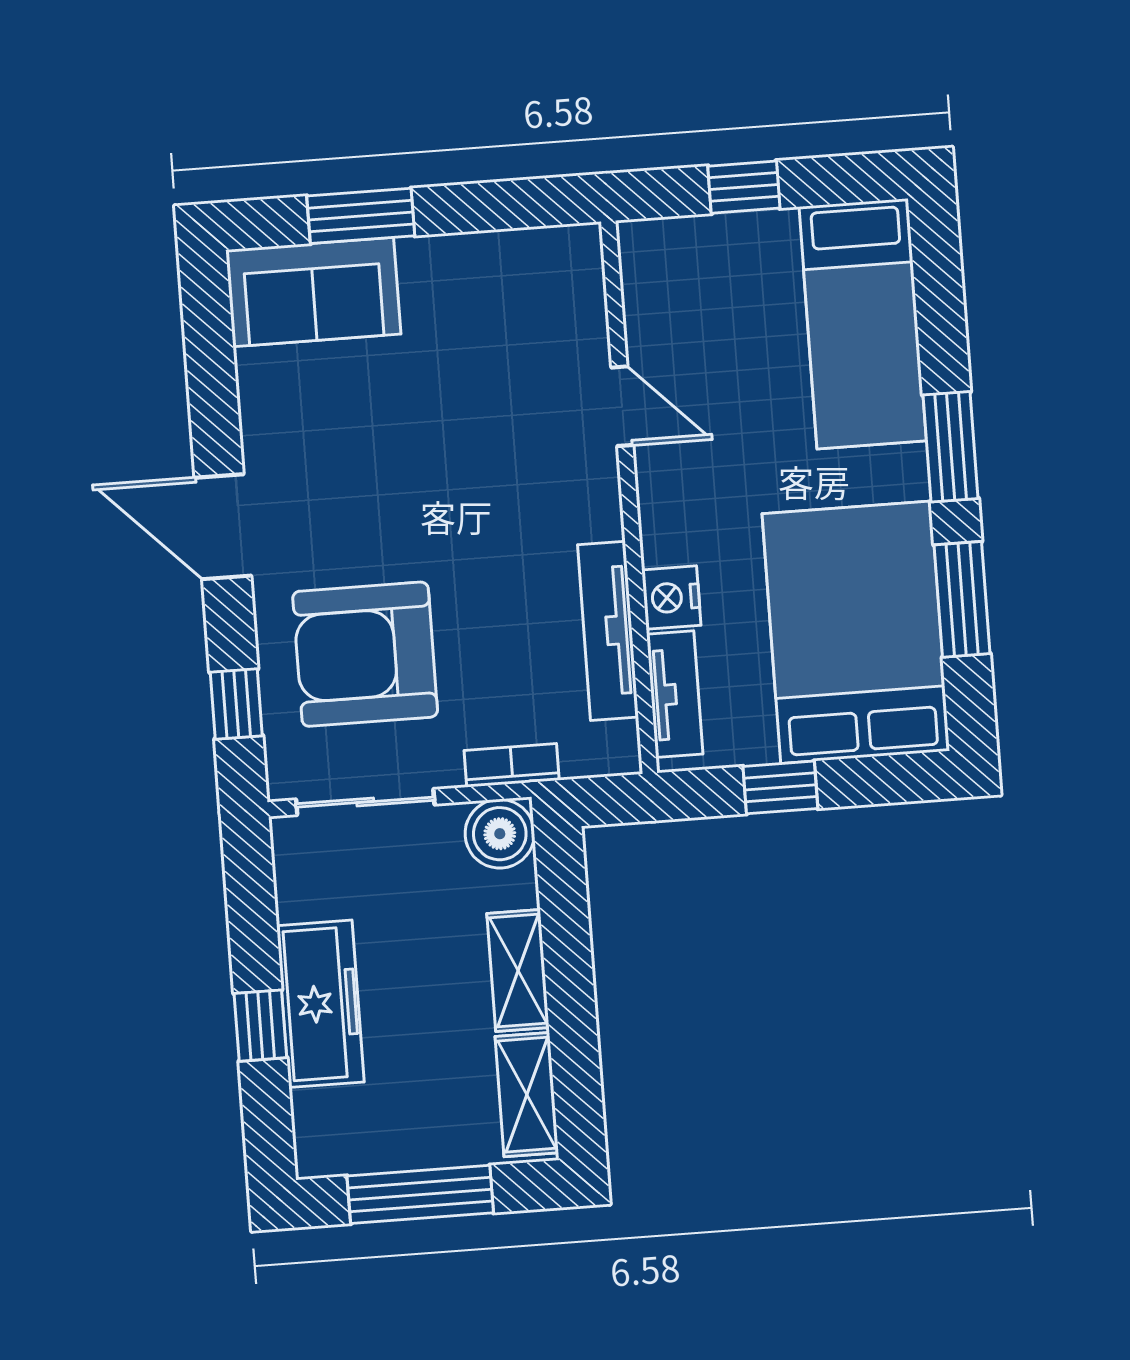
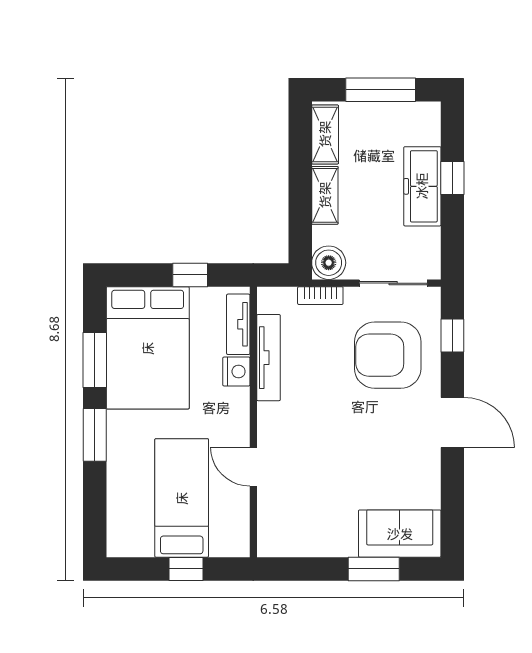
bed: (863, 324) -> (182, 498), moved
armchair: (365, 654) -> (388, 355), turned 180

